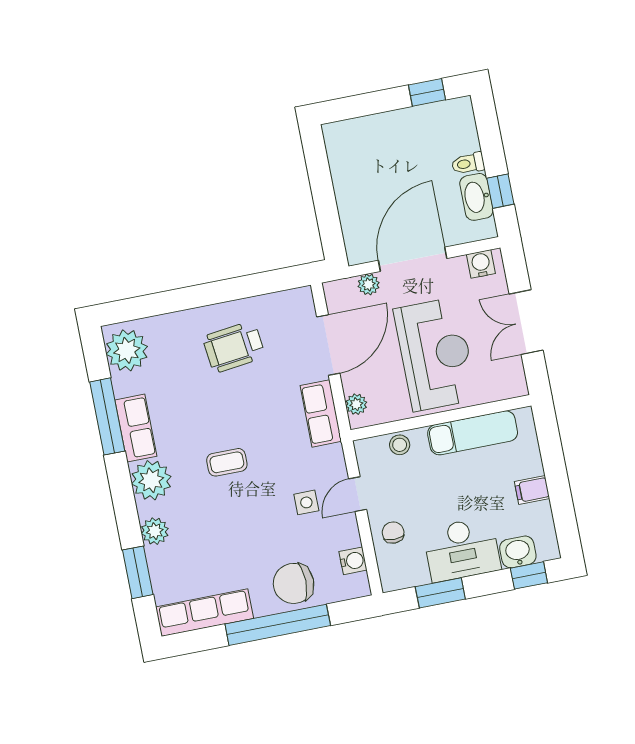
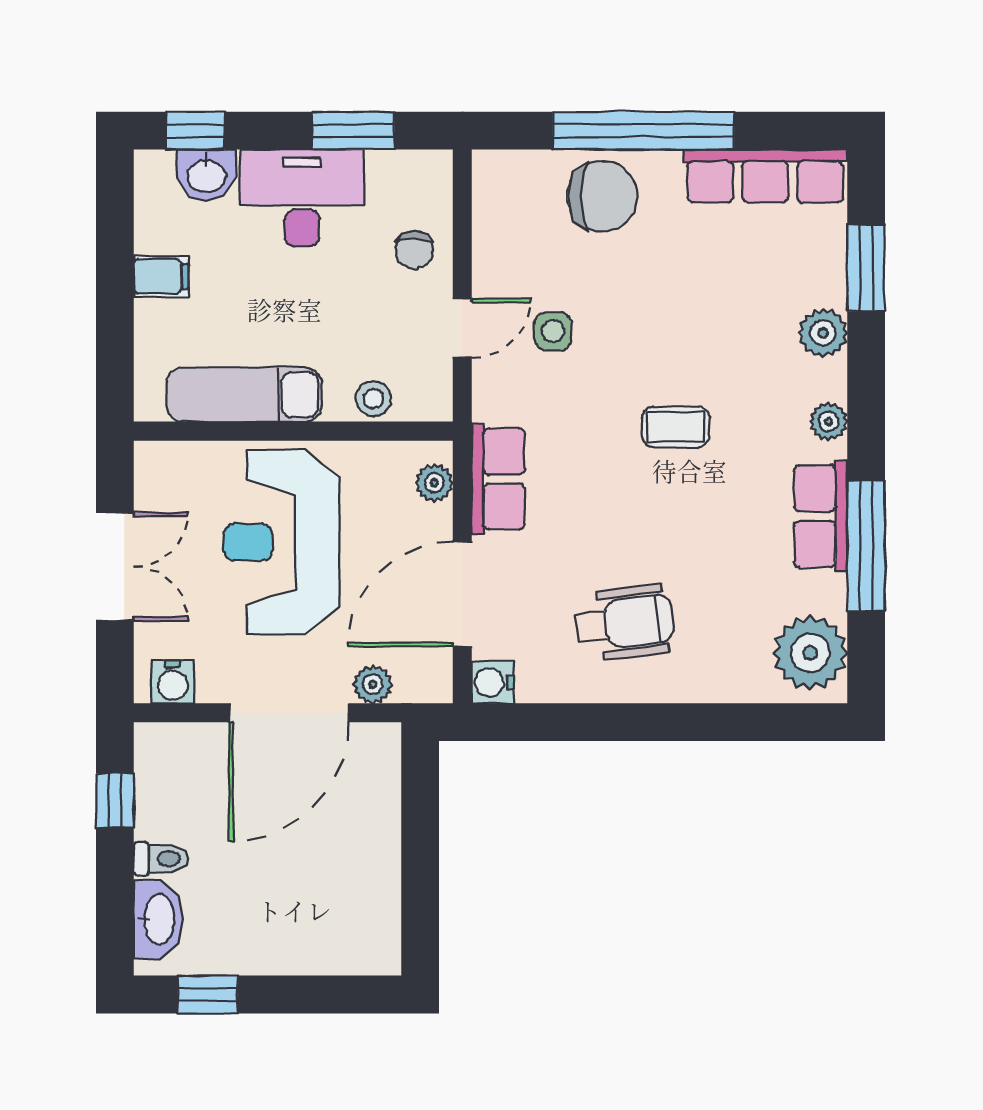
washbasin: (476, 197) -> (158, 919), moved
plant: (151, 480) -> (828, 422), width x0.53, depth x0.53
water cooler: (353, 561) -> (493, 682), moved

